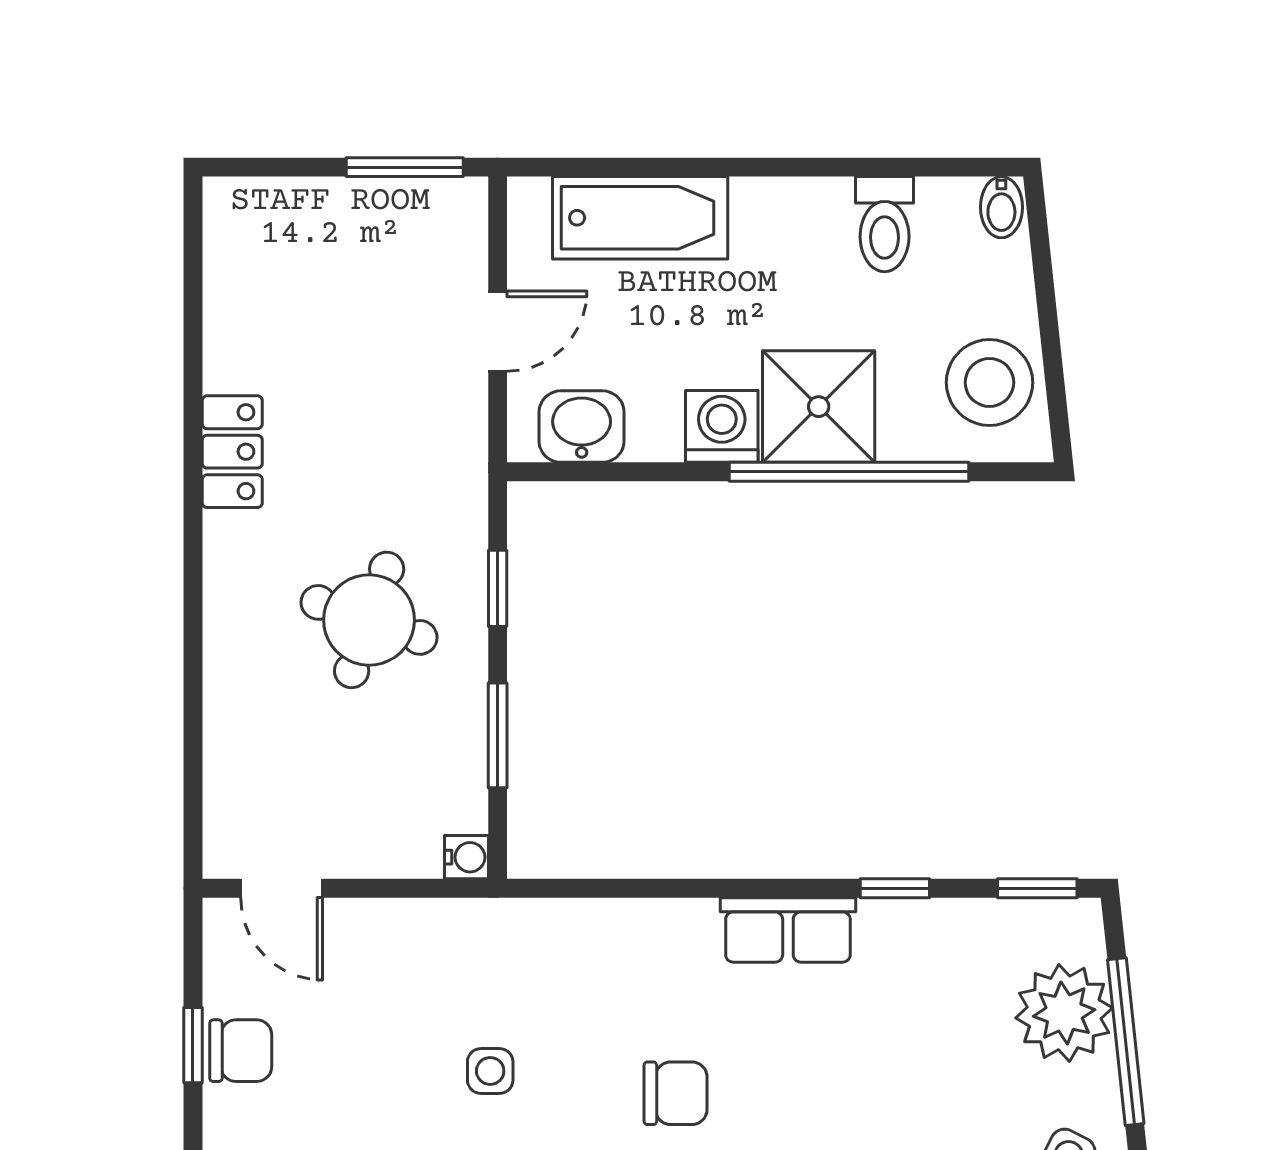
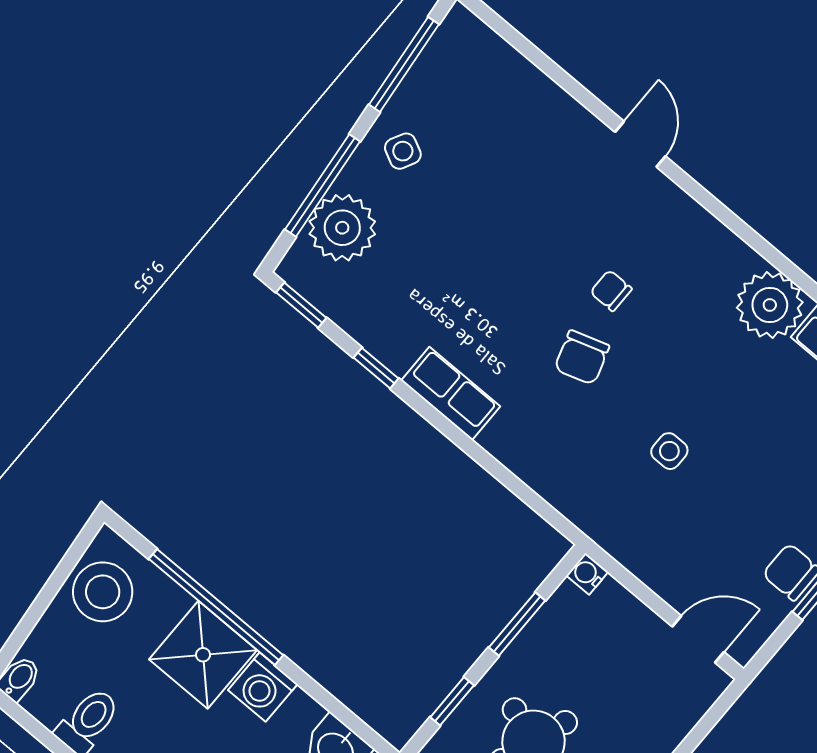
door: (282, 888) -> (698, 639), hinge flipped
chair: (676, 1093) -> (582, 357), turned -108

